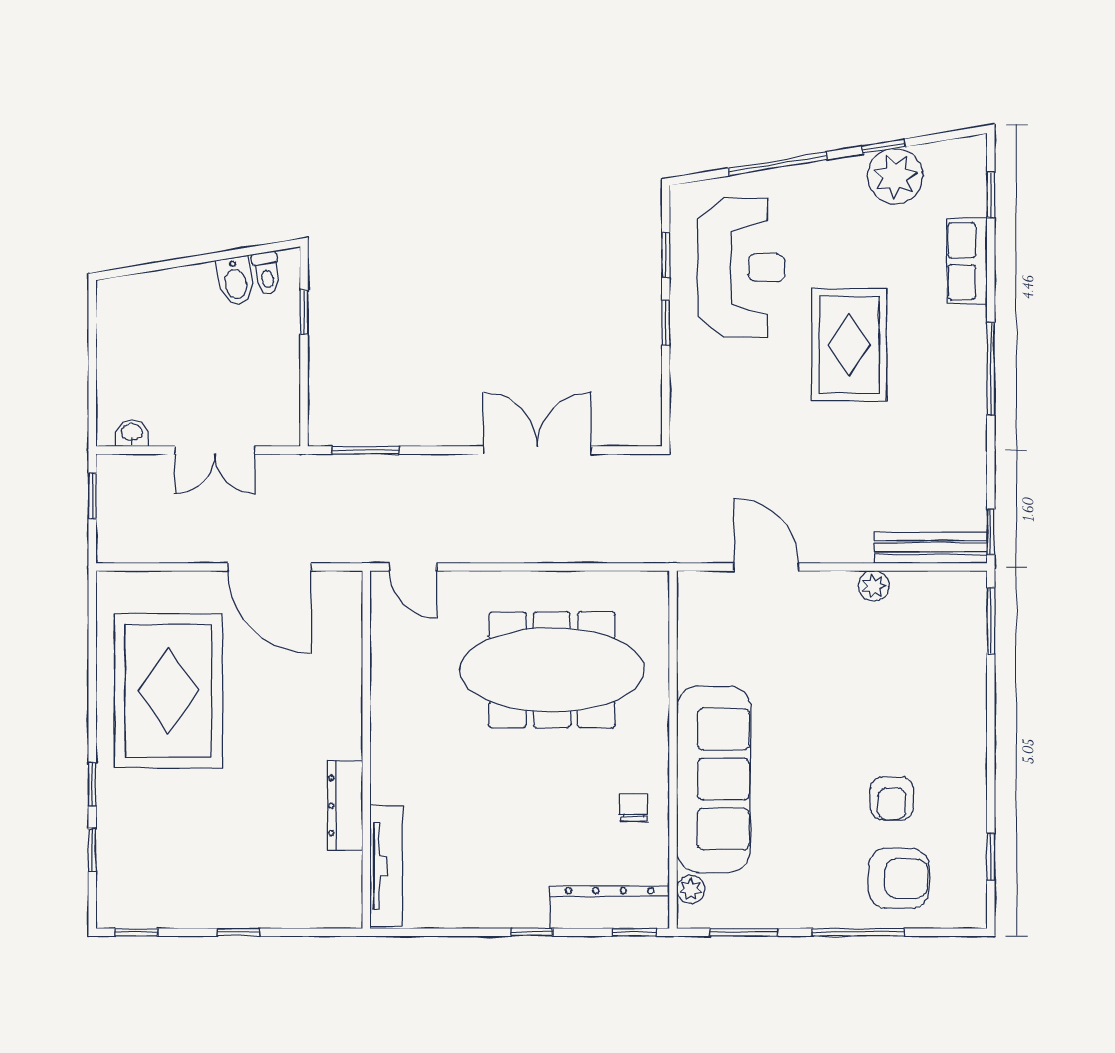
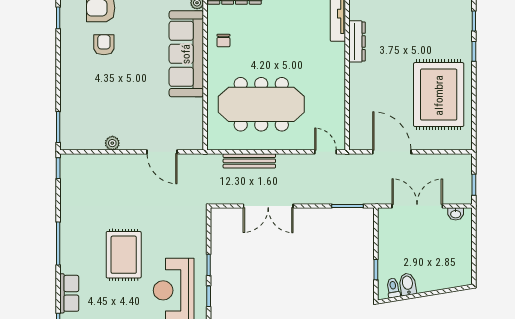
double door: (215, 450) -> (417, 206), width x1.37
bench: (931, 548) -> (249, 161), moved

